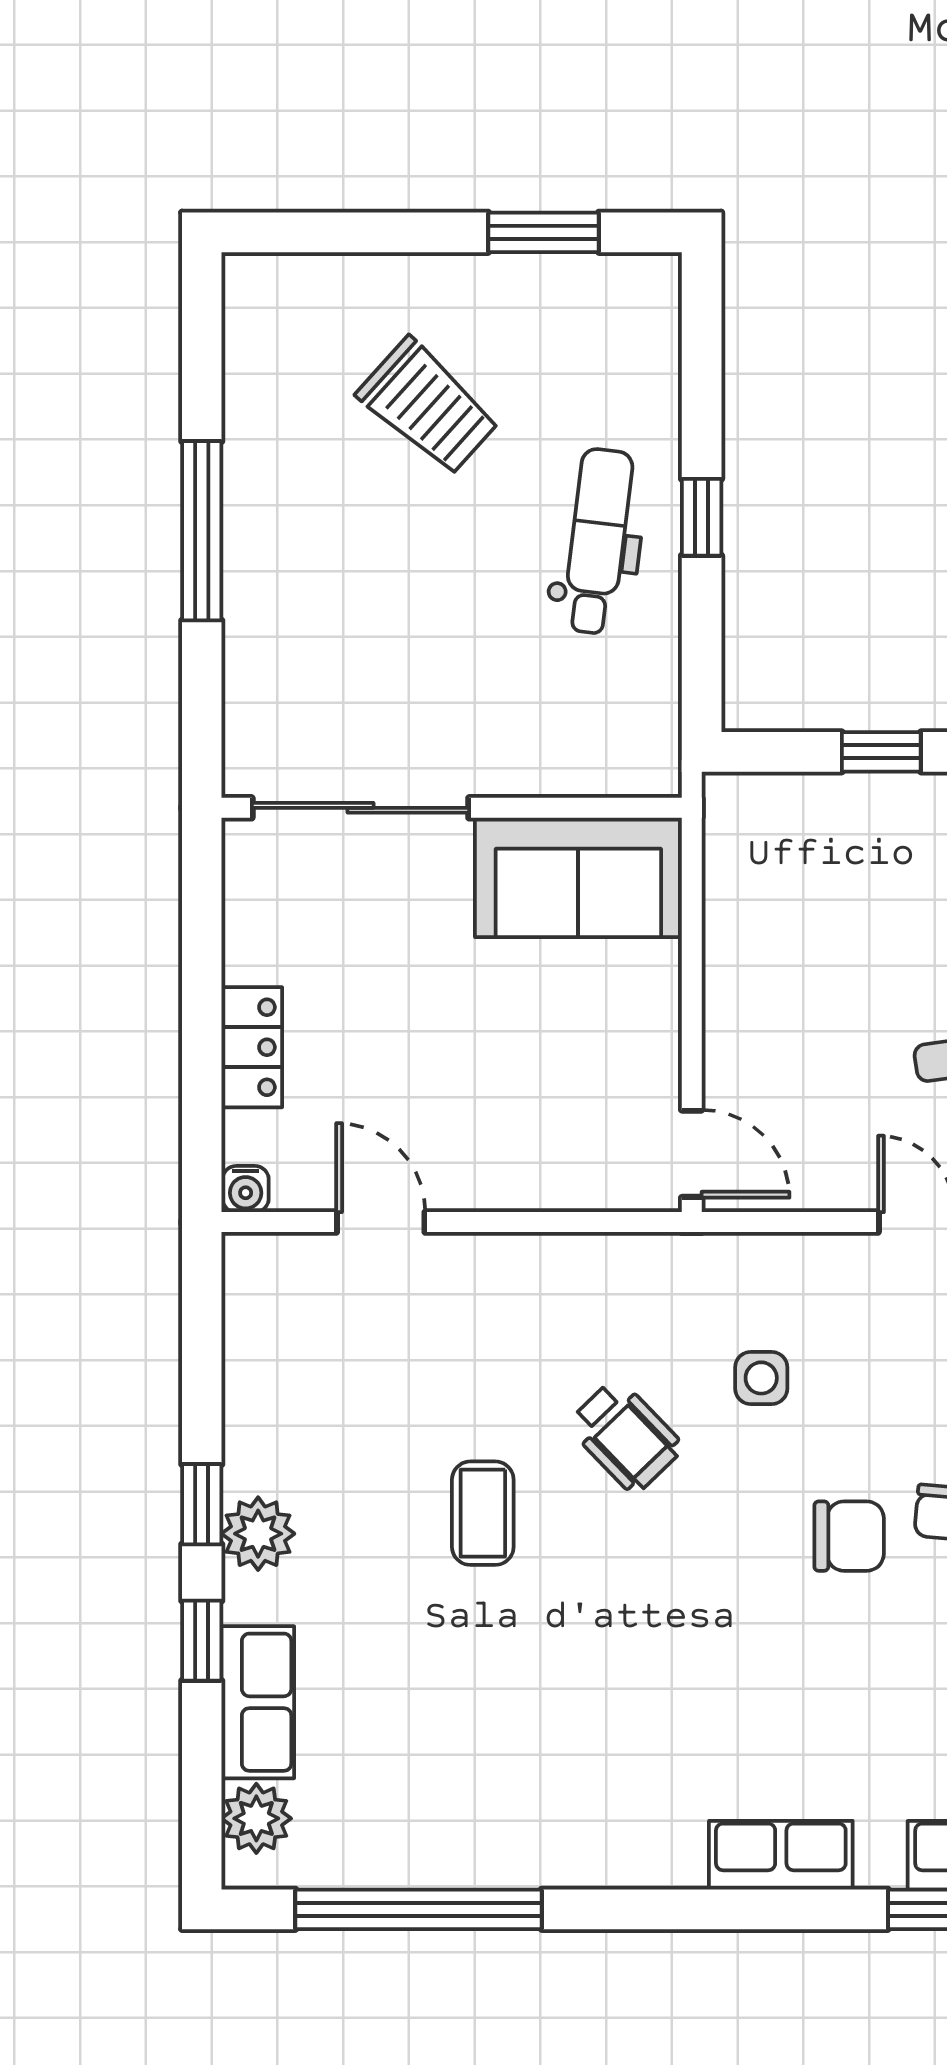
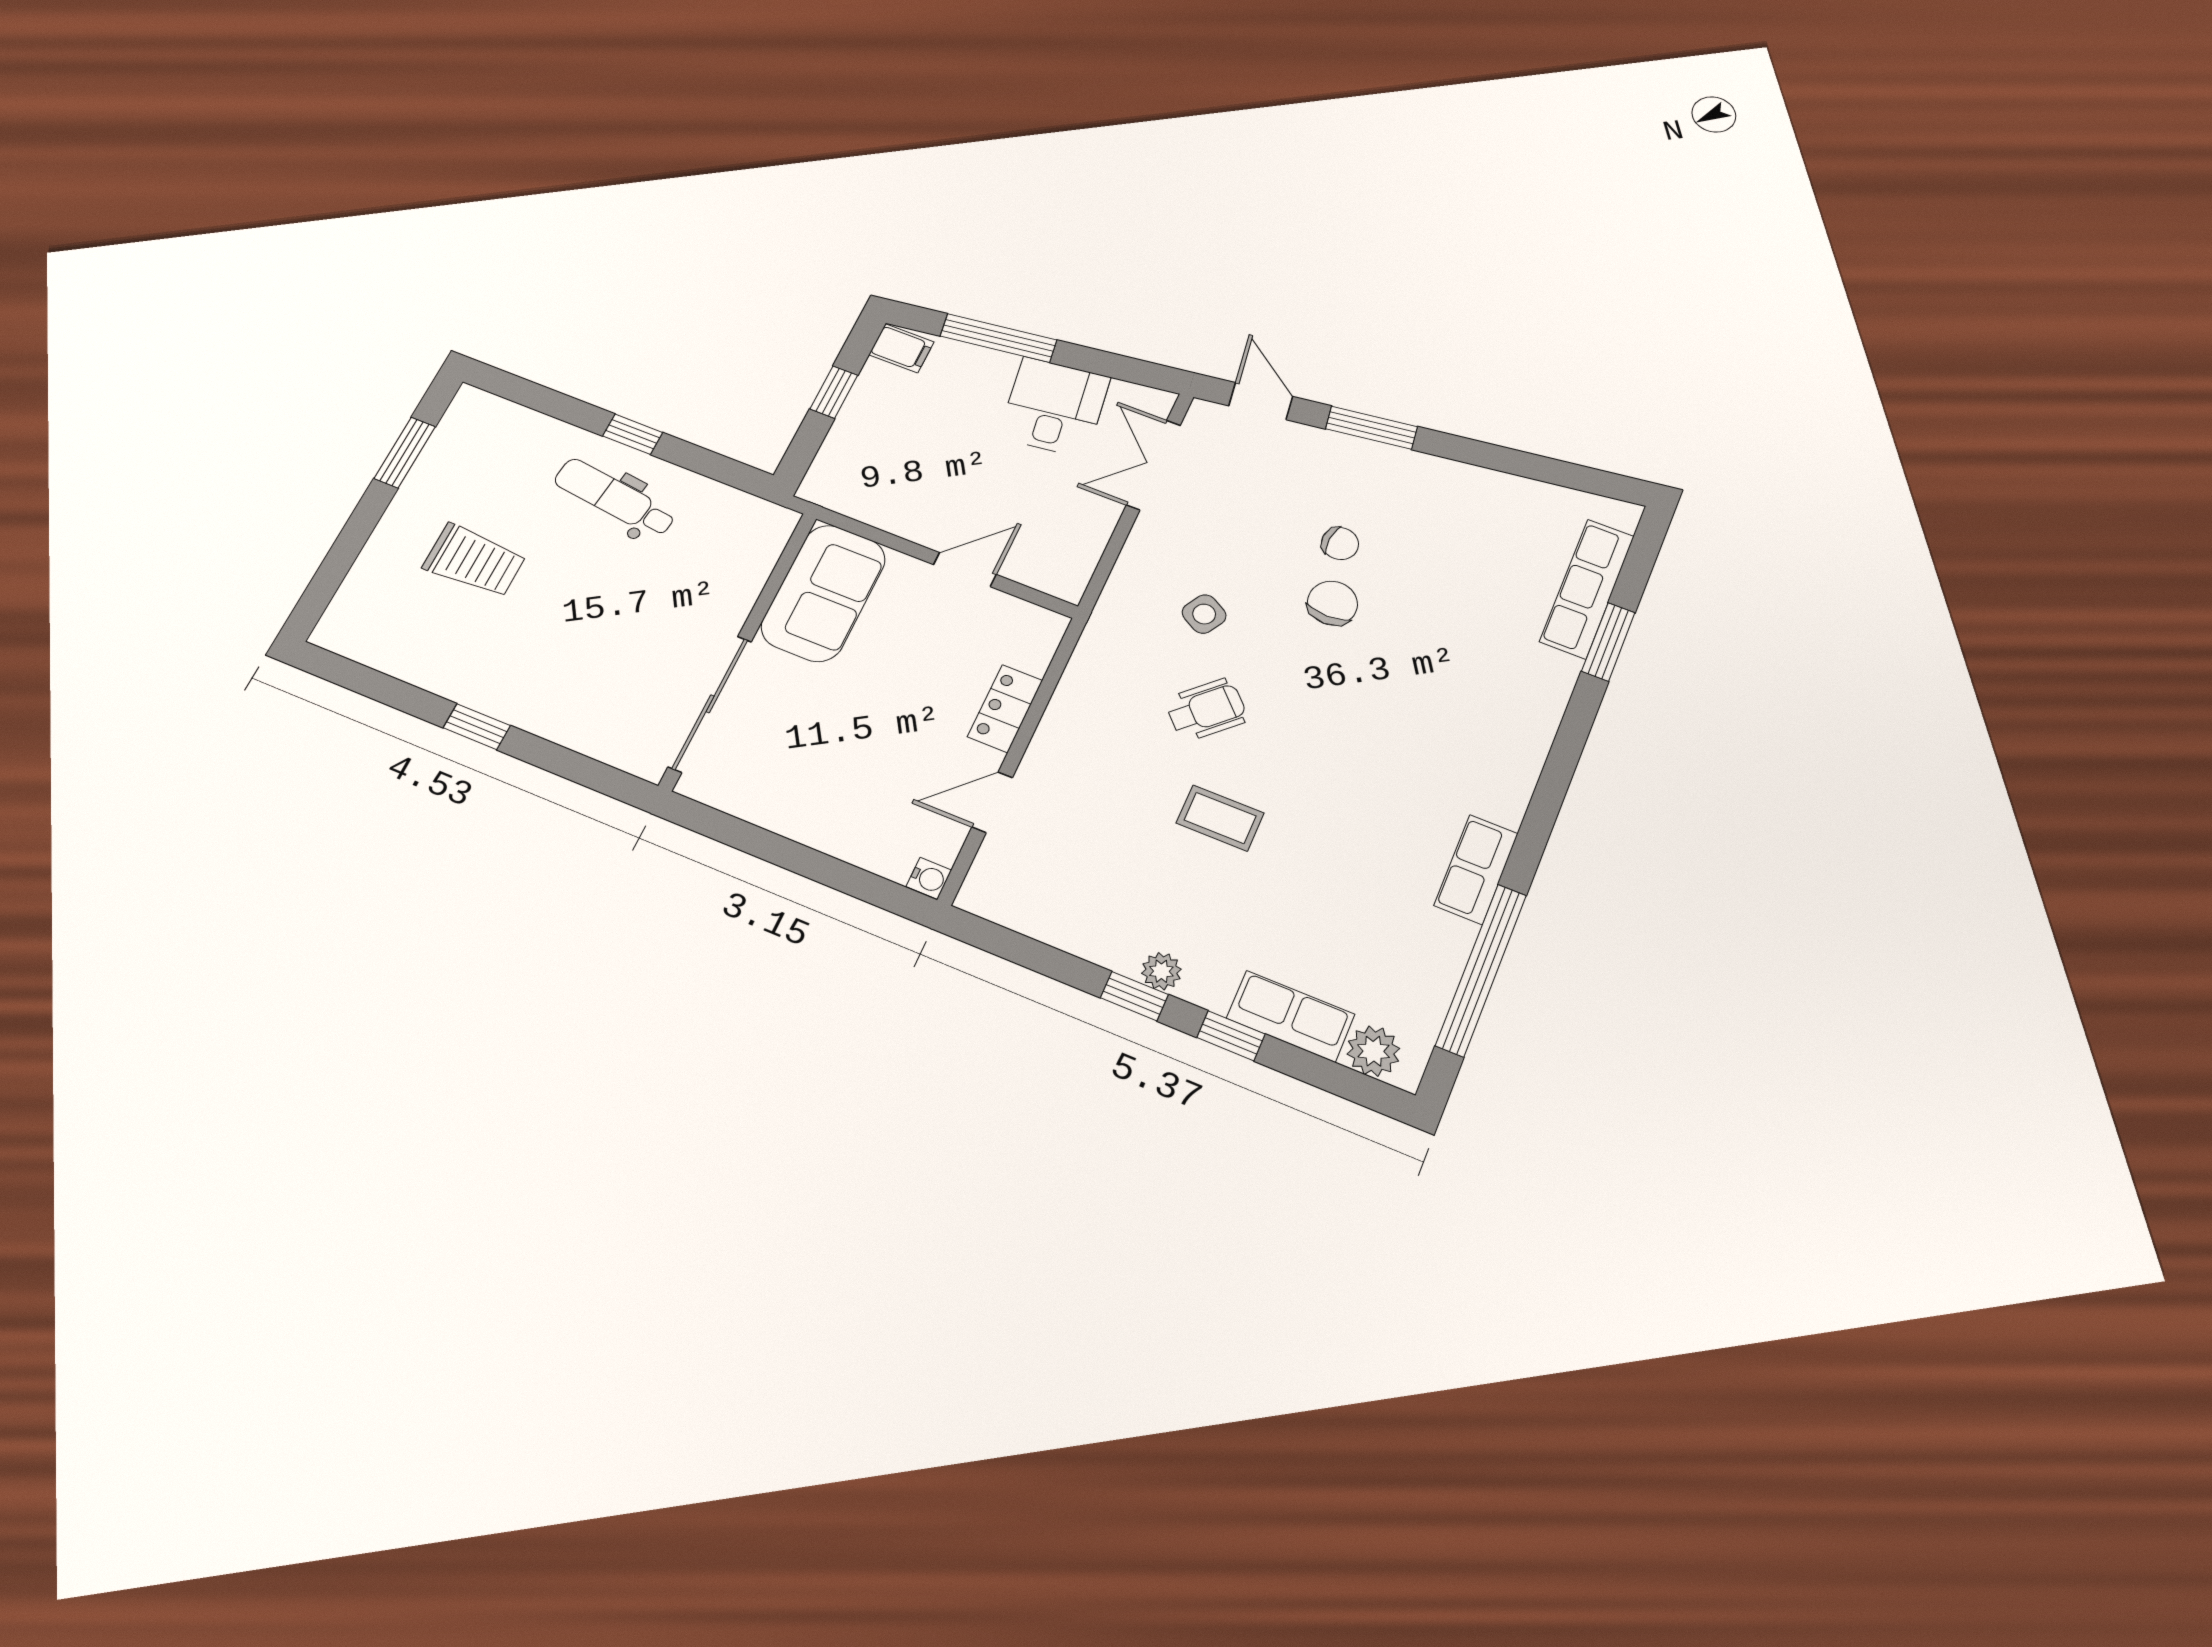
trolley: (428, 407) -> (475, 561), turned 48
window: (202, 531) -> (477, 727), width x0.46
locker: (252, 1047) -> (1005, 709), moved, turned -90
door: (692, 1154) -> (965, 570), moved
side table: (761, 1378) -> (1204, 614), turned 30
plant: (258, 1534) -> (1161, 971), width x0.73, depth x0.73
row of seats: (781, 1855) -> (1476, 869), moved

